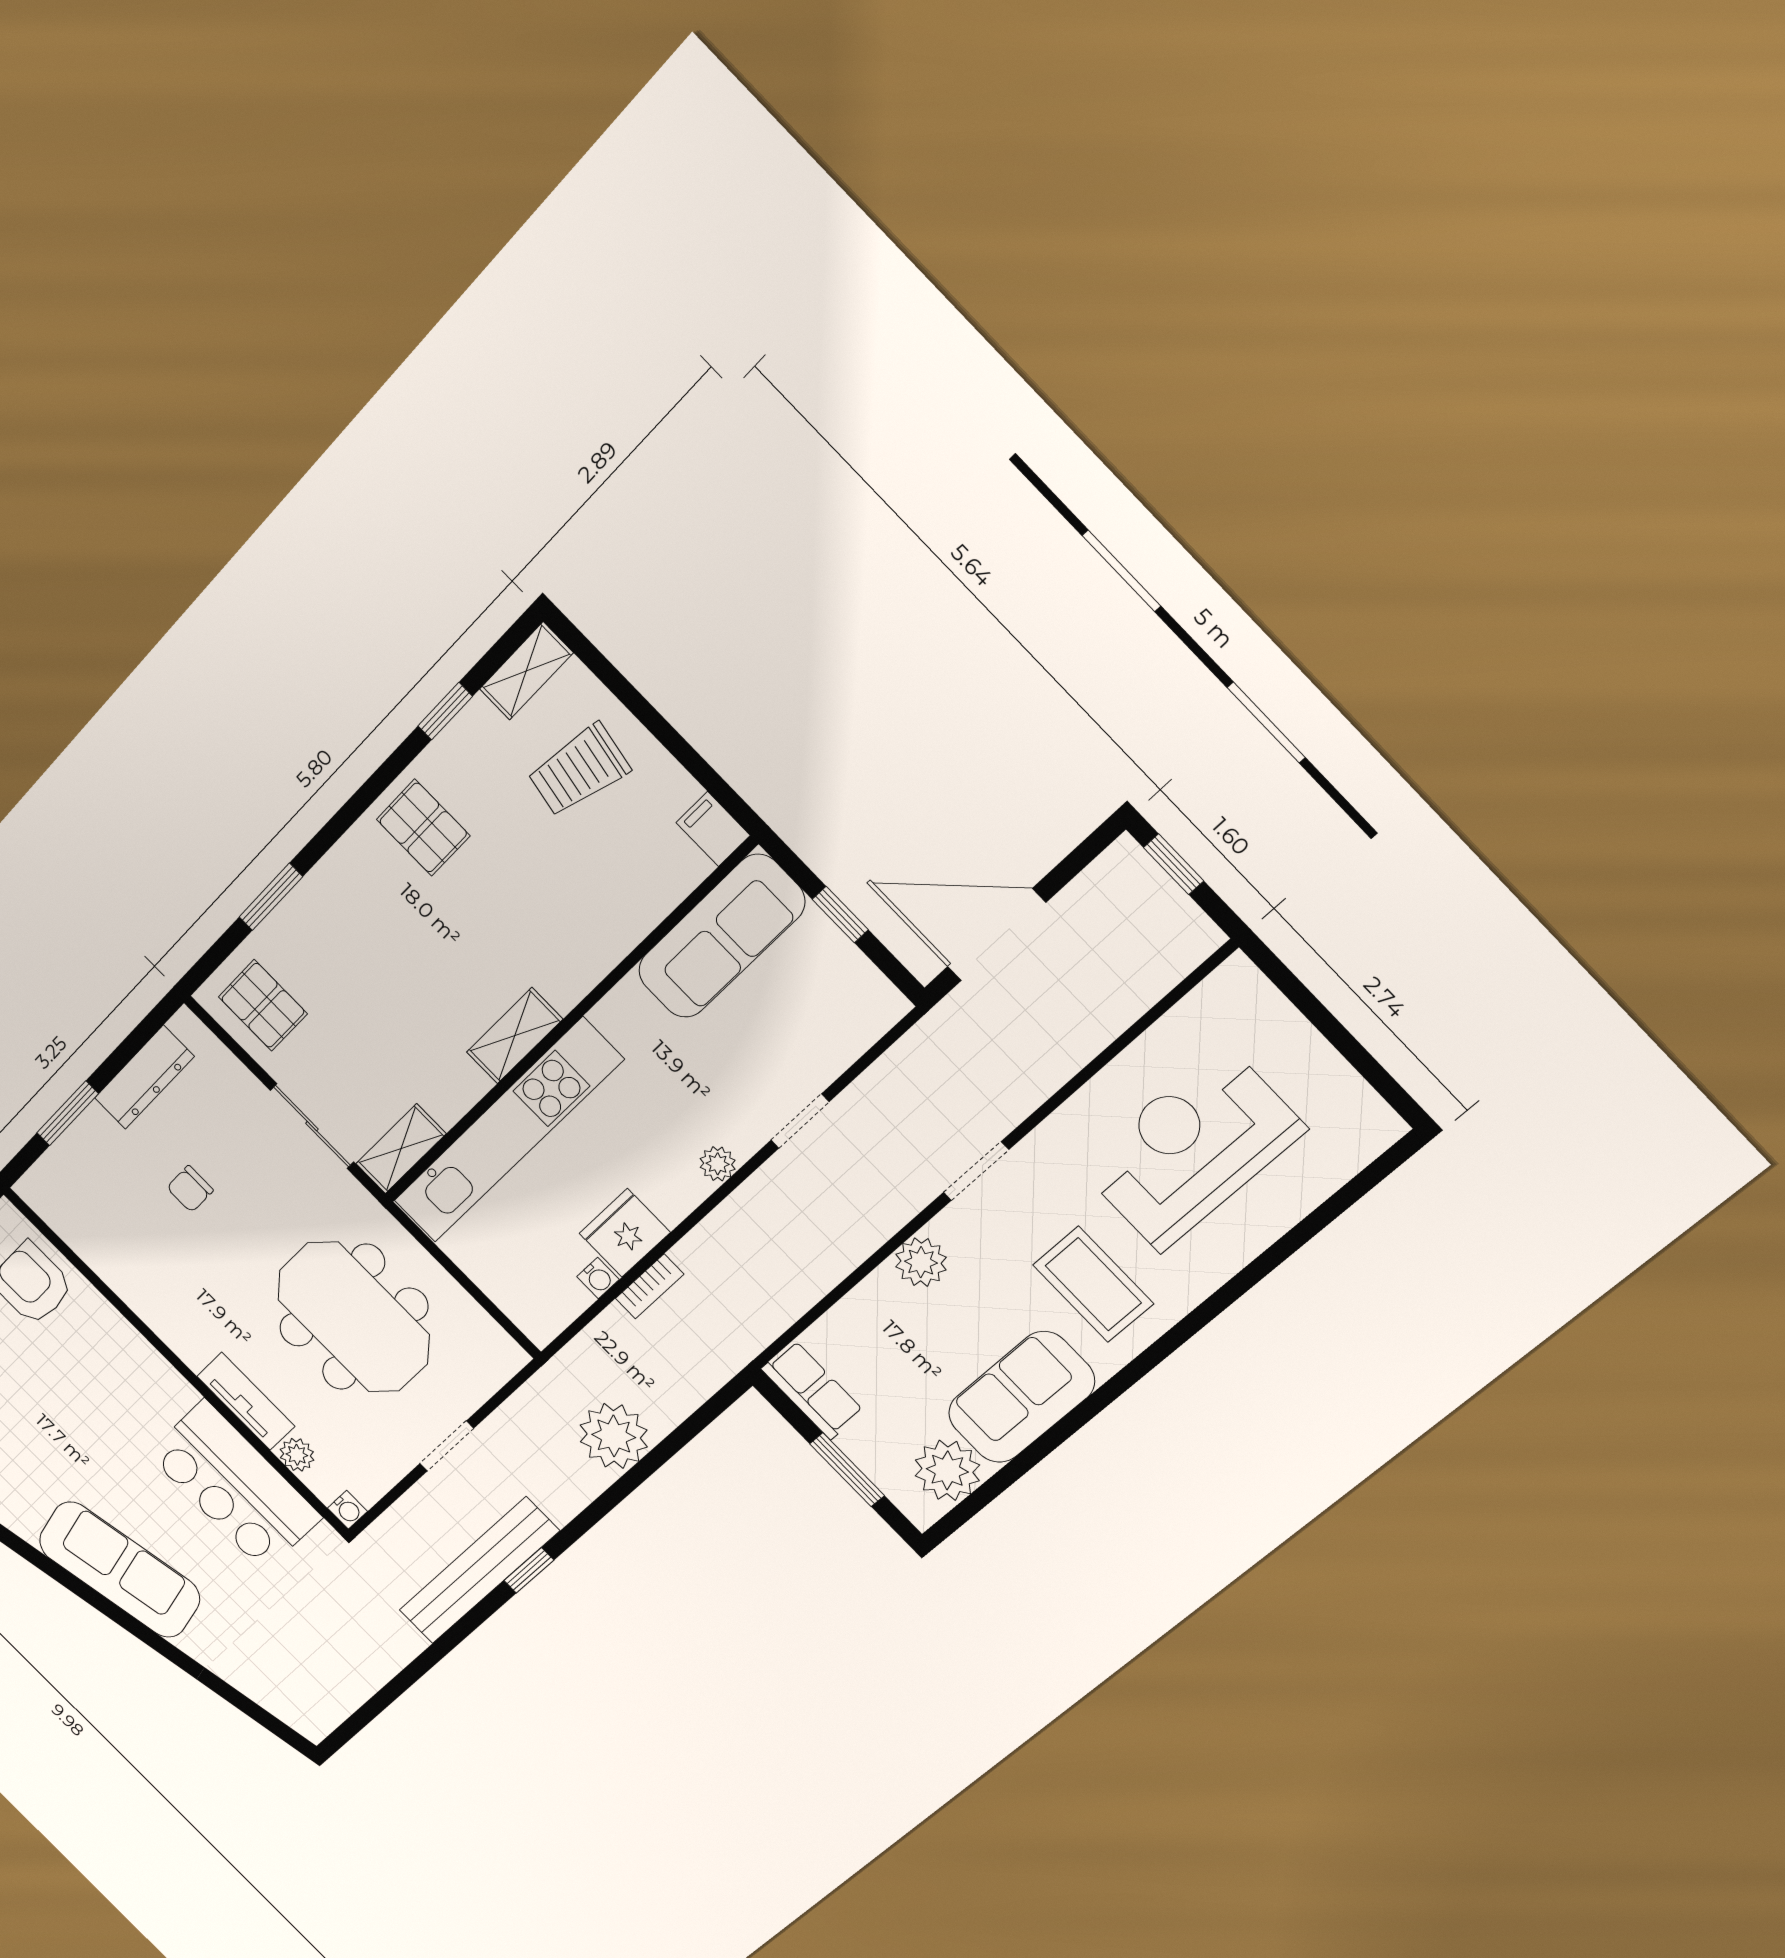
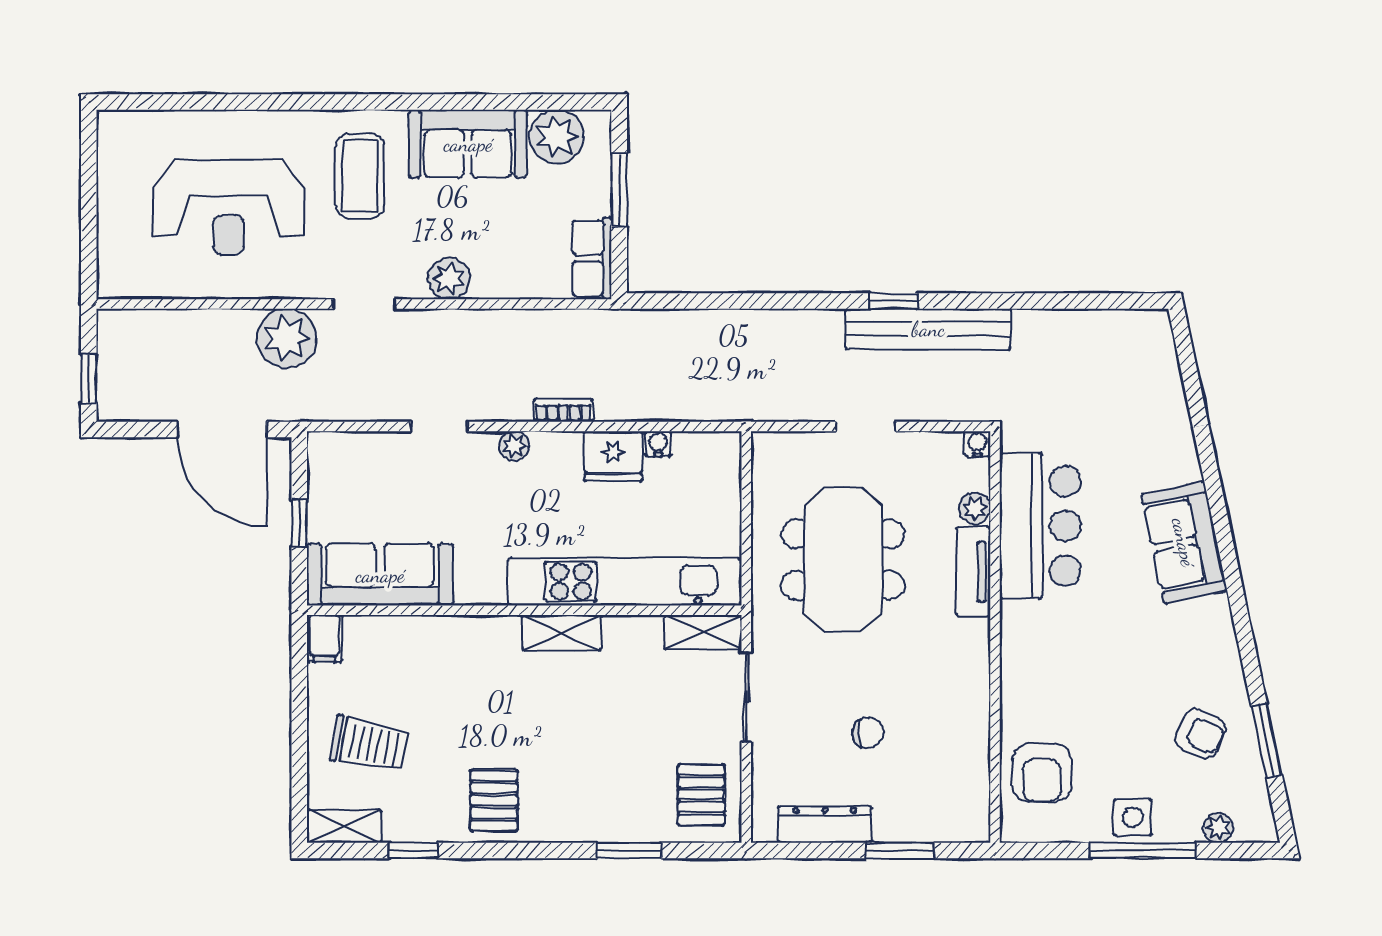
bookcase: (650, 1286) -> (563, 410), moved
plant: (614, 1436) -> (287, 338), moved
sofa: (119, 1570) -> (1184, 542), width x0.73

